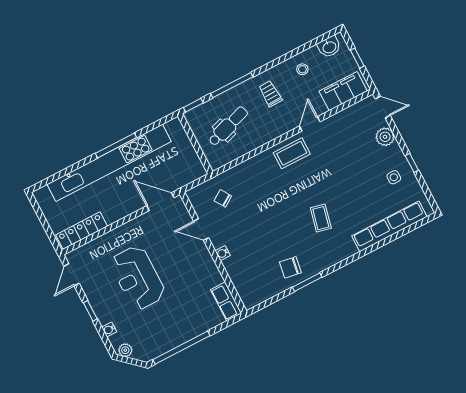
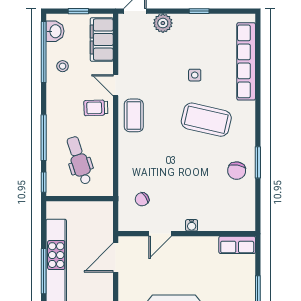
window: (306, 46) -> (44, 52), added
trolley: (270, 94) -> (96, 108), moved
side table: (394, 177) -> (195, 75), moved
coffee table: (321, 218) -> (206, 120), width x1.86, depth x1.72

